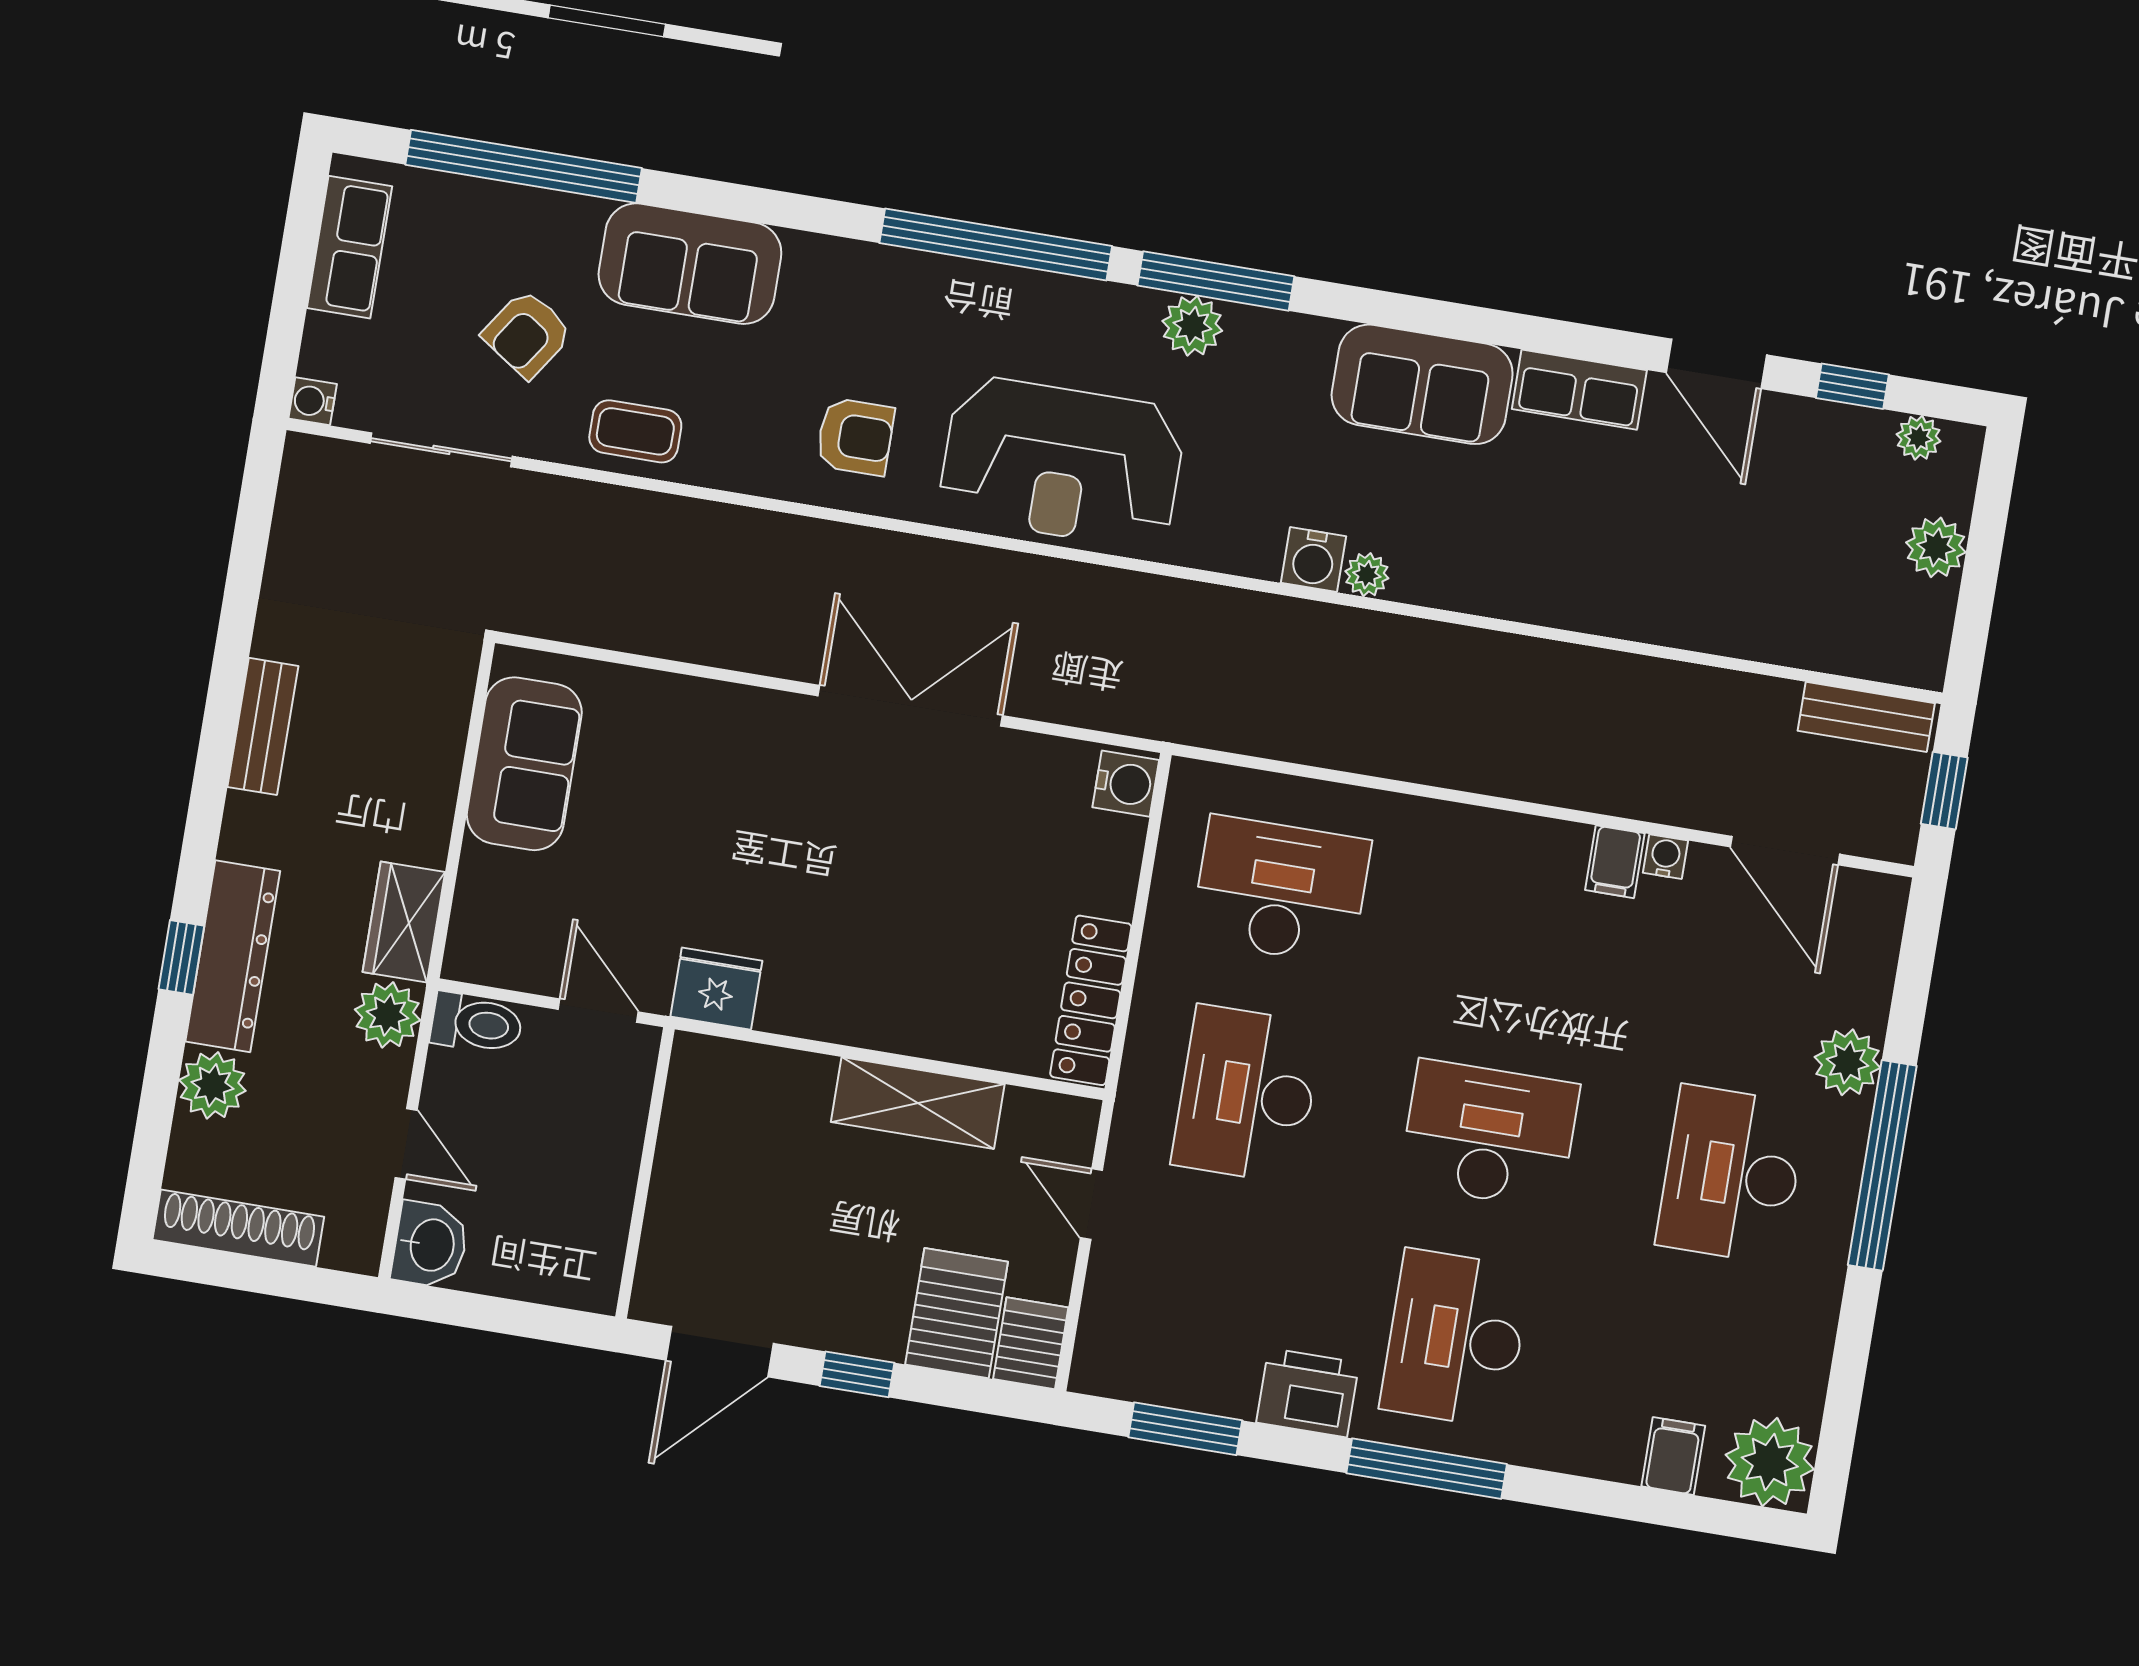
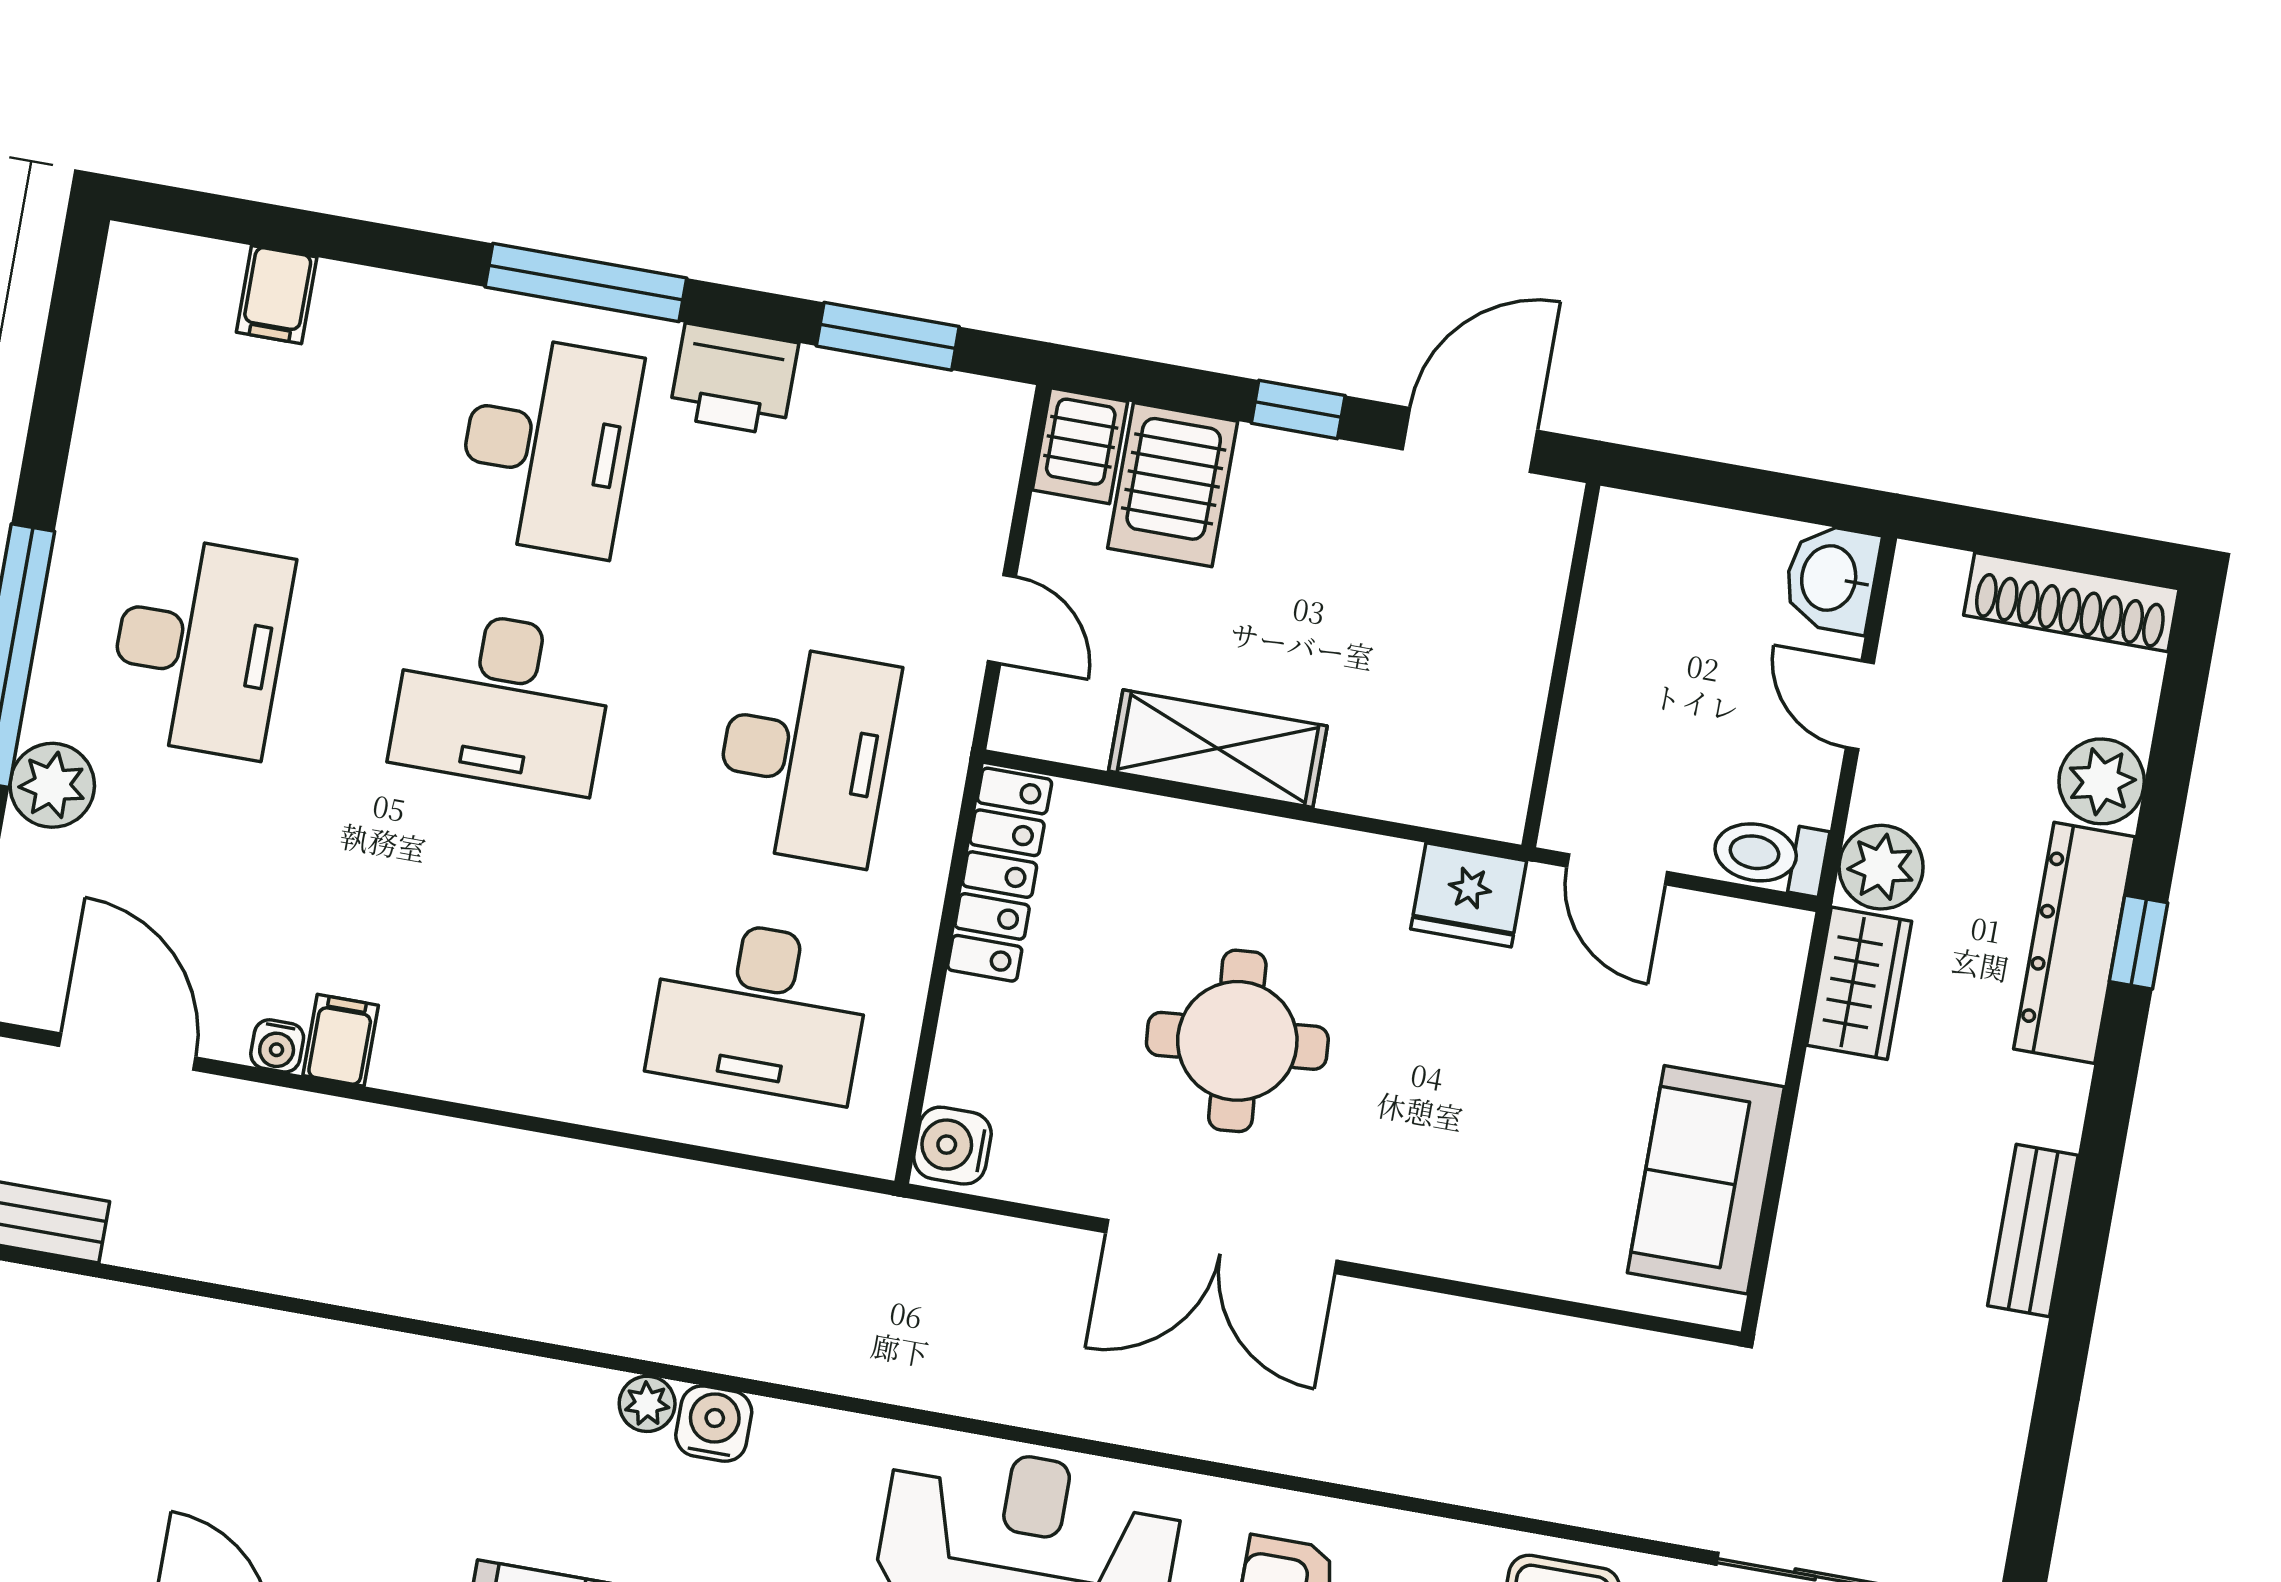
round table: (899, 870) -> (1237, 1041), added
plant: (1770, 1462) -> (156, 286), removed

